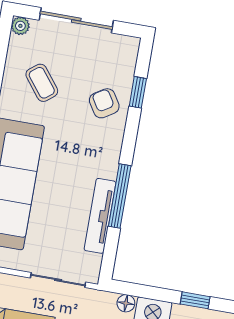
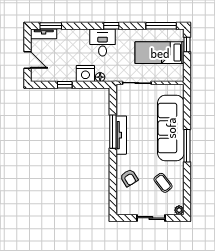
sliding door: (76, 20) -> (151, 218), width x0.73
window: (138, 92) -> (113, 187), removed
tv unit: (100, 216) -> (121, 135), moved

